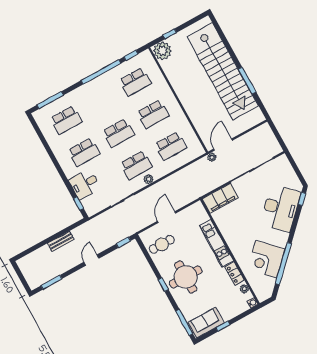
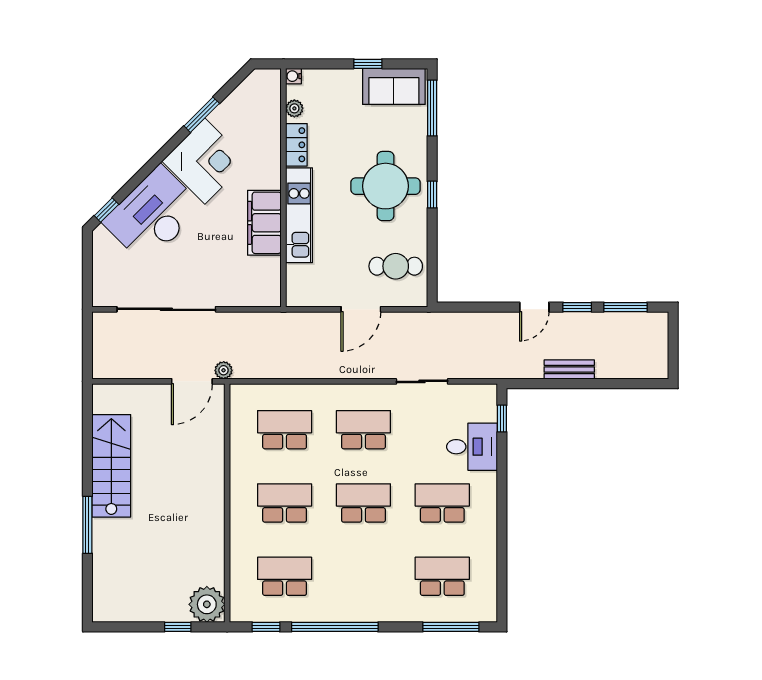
stairs: (223, 71) -> (111, 466), width x0.54, depth x0.66
window: (247, 81) -> (87, 525), moved
plant: (149, 179) -> (356, 393), removed
filing cabinet: (220, 198) -> (264, 223), moved, turned -90
window: (123, 242) -> (577, 307), moved
corner desk: (266, 259) -> (205, 161), moved
window: (283, 264) -> (202, 115), width x0.47

